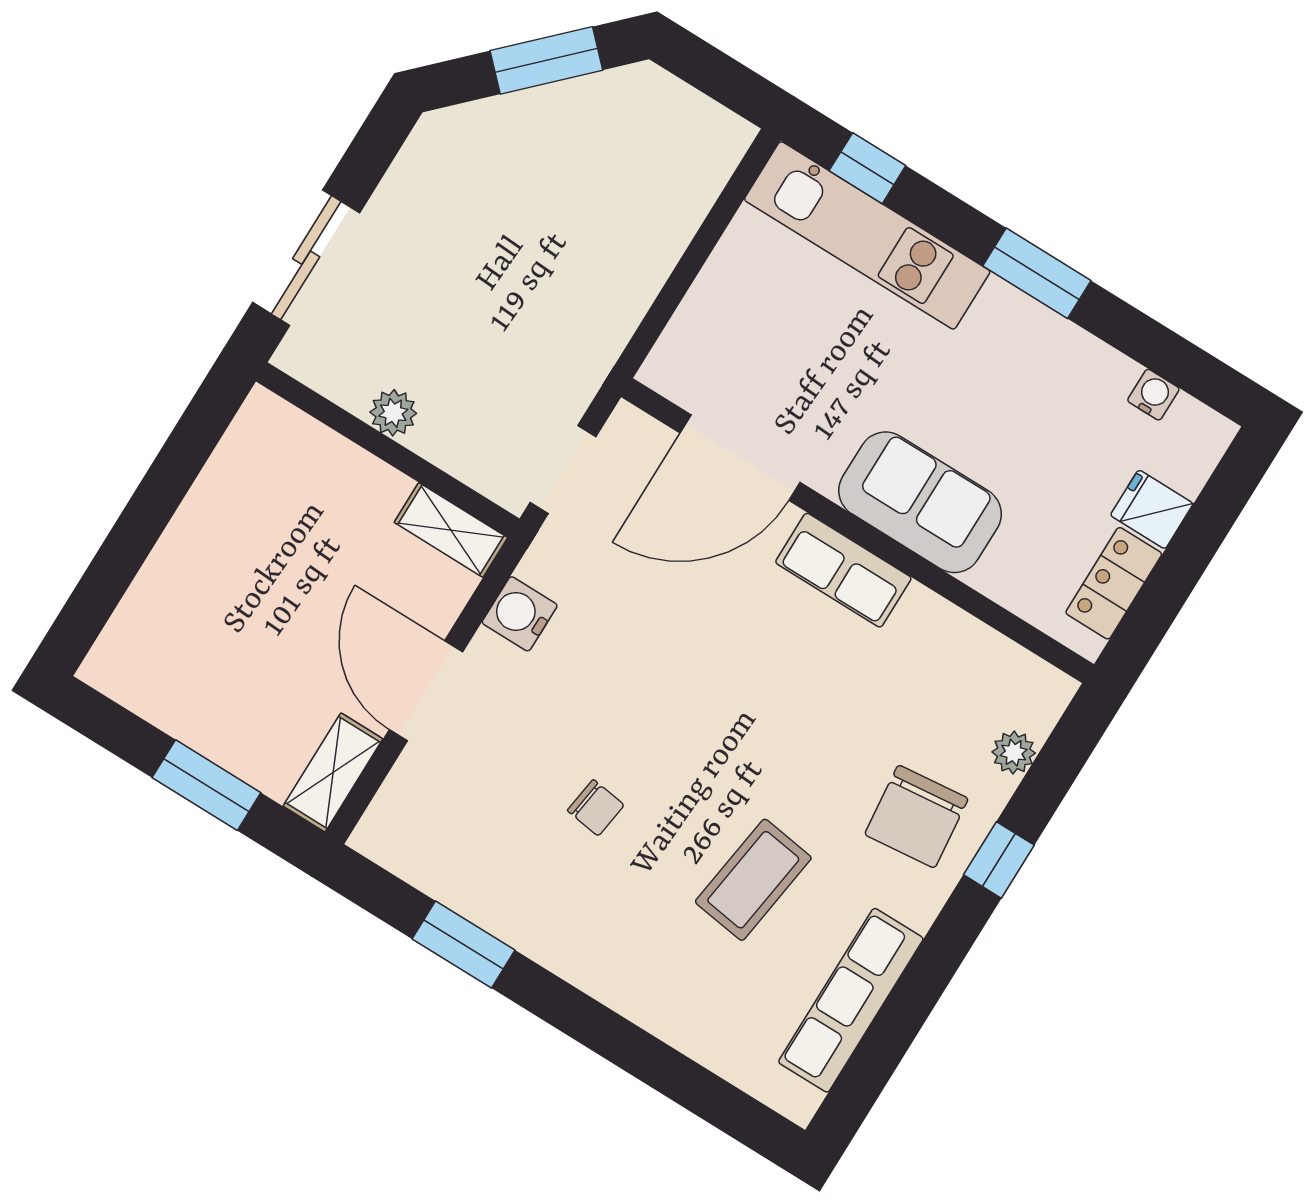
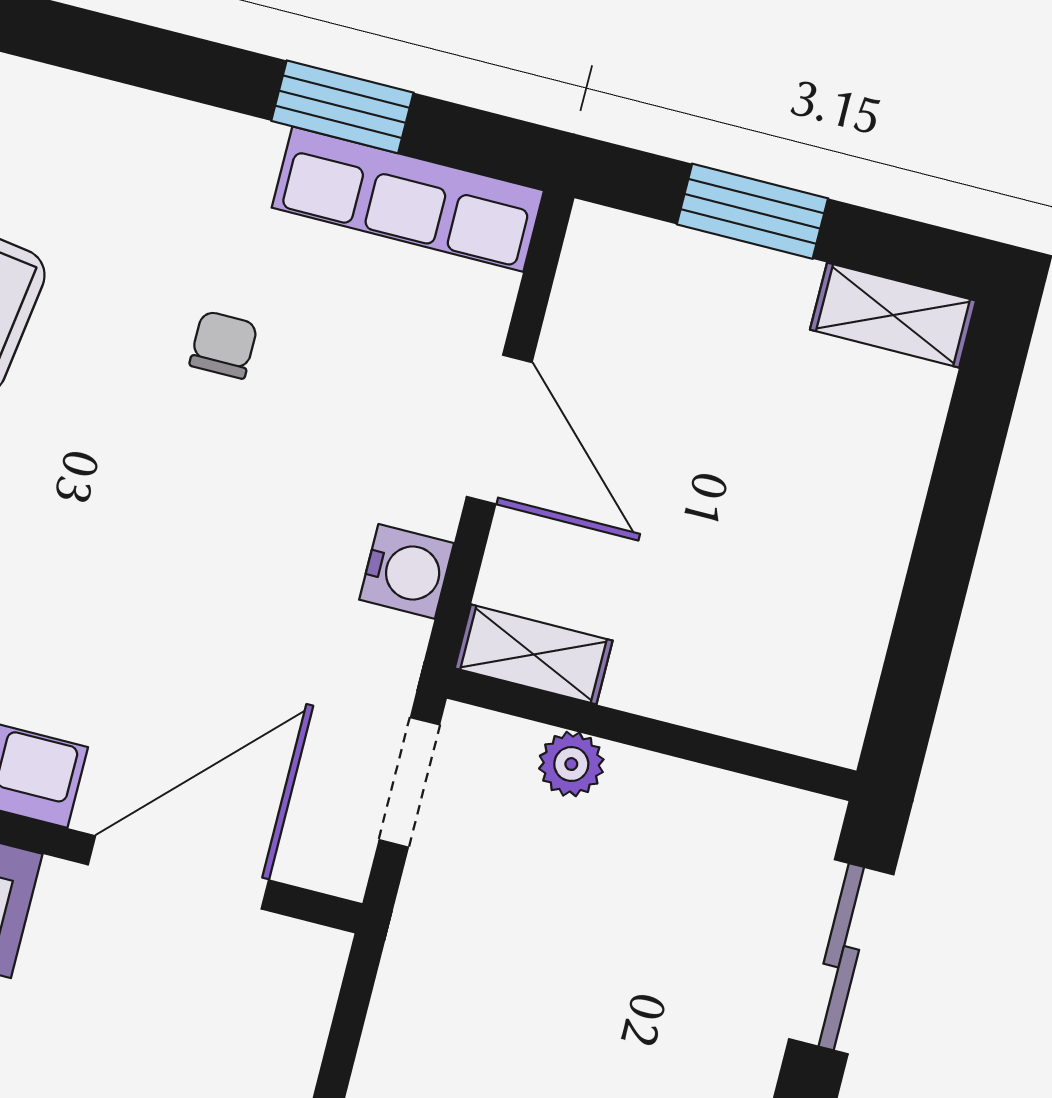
plant: (393, 413) -> (571, 764), moved
shelving: (333, 772) -> (893, 315), moved, turned 90
chair: (596, 808) -> (224, 345), turned 82
row of seats: (439, 867) -> (408, 199), added

